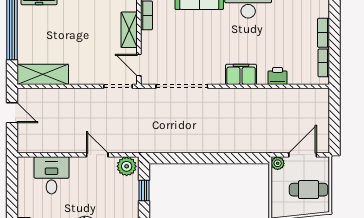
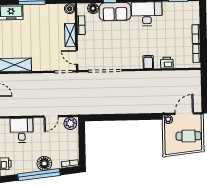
filing cabinet: (241, 74) -> (148, 62), width x0.50
door: (97, 155) -> (51, 116), swing flipped
window: (144, 190) -> (82, 139), removed

